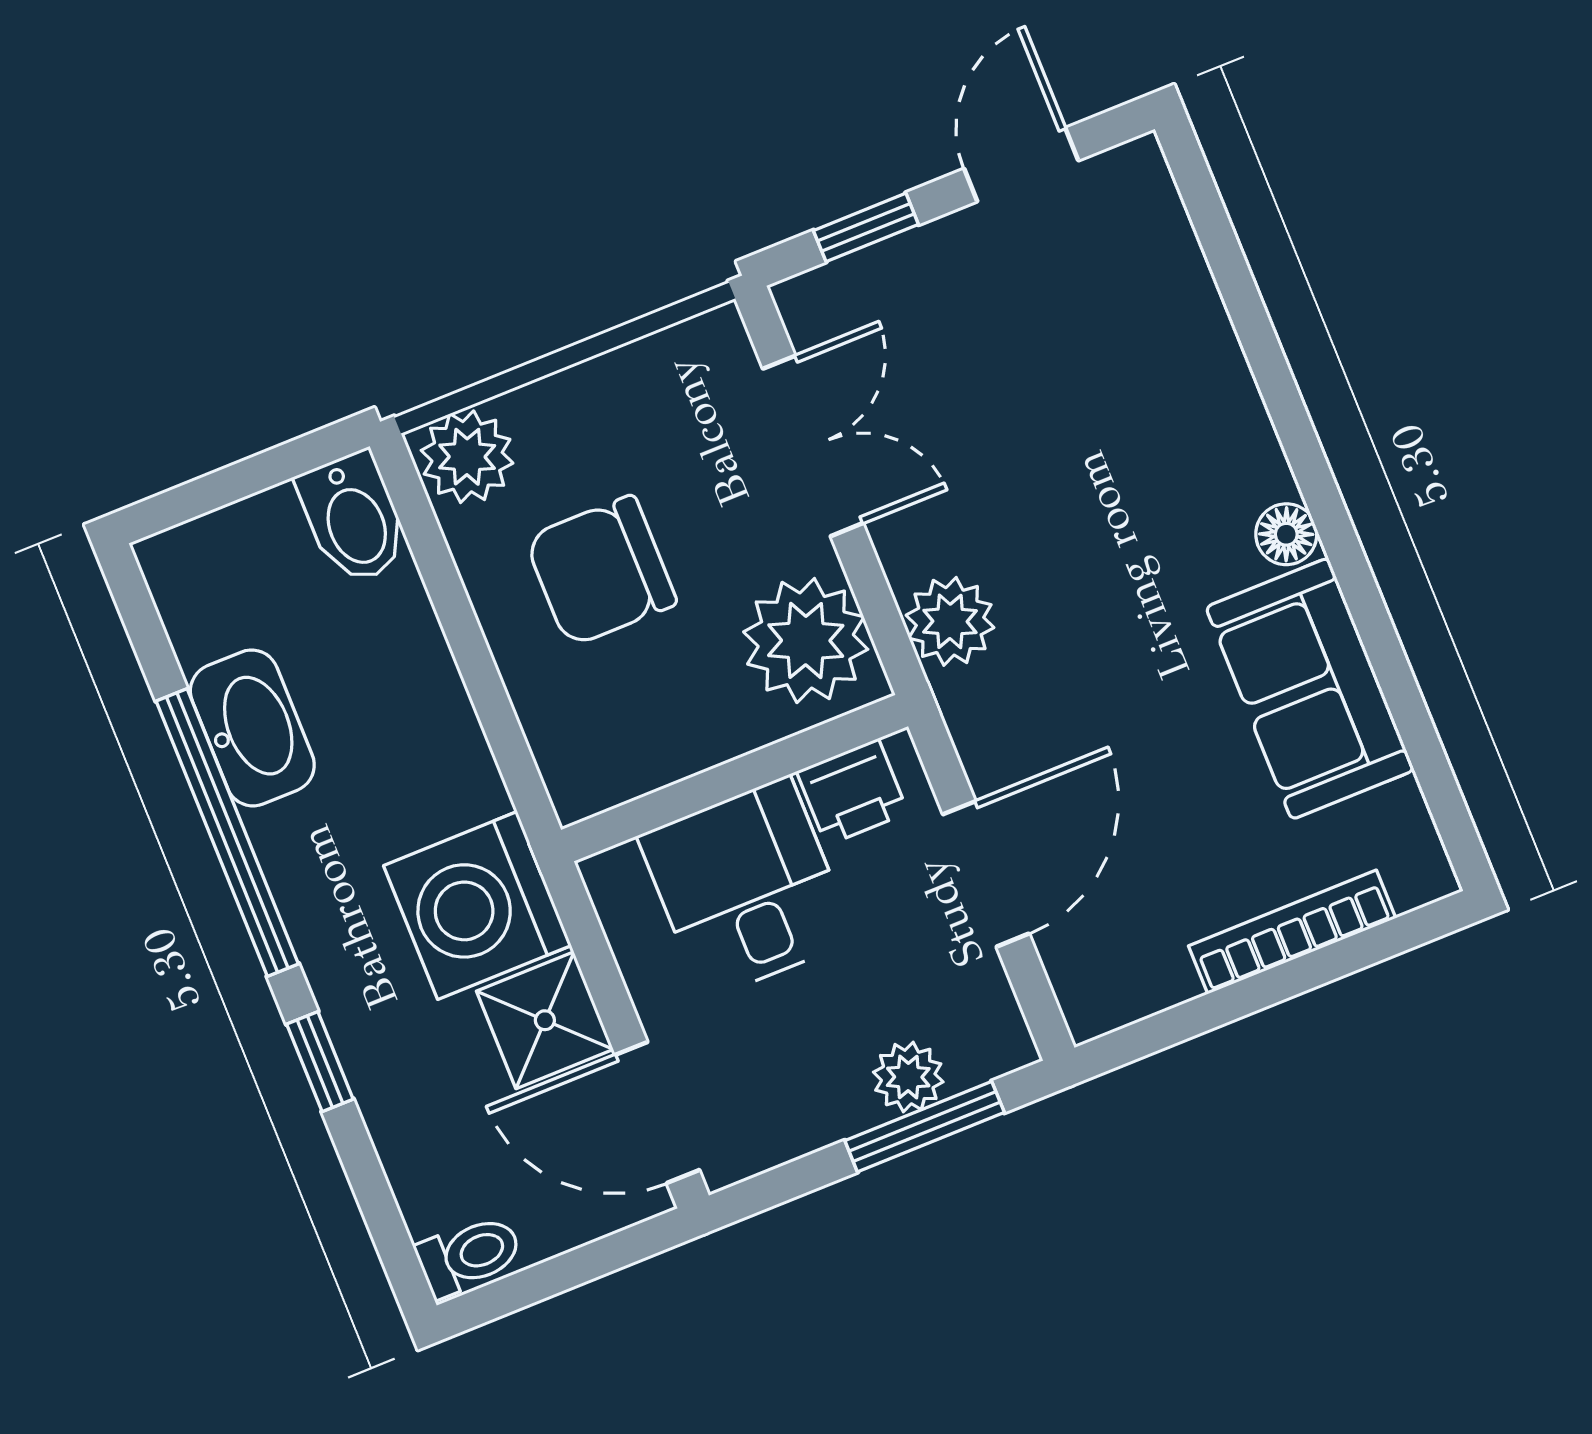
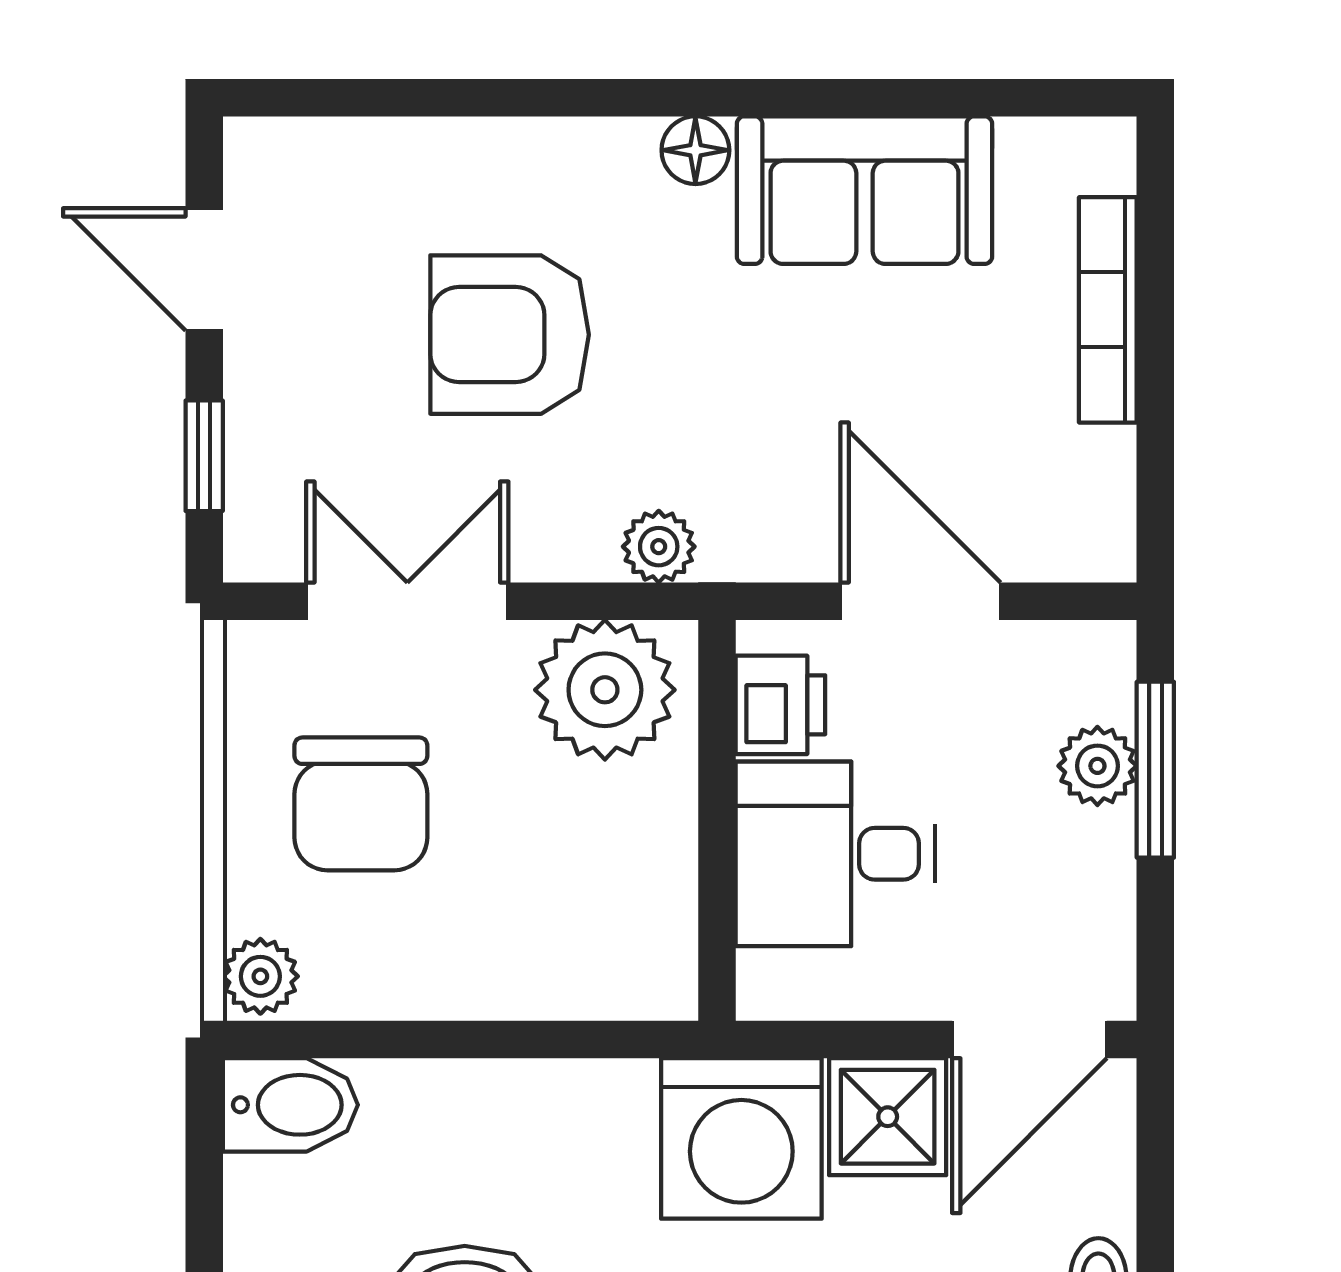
armchair: (1070, 441) -> (510, 335), added
plant: (467, 457) -> (260, 976), width x0.73, depth x0.73
chair: (601, 571) -> (361, 804), moved
plant: (950, 621) -> (659, 547), width x0.73, depth x0.73

